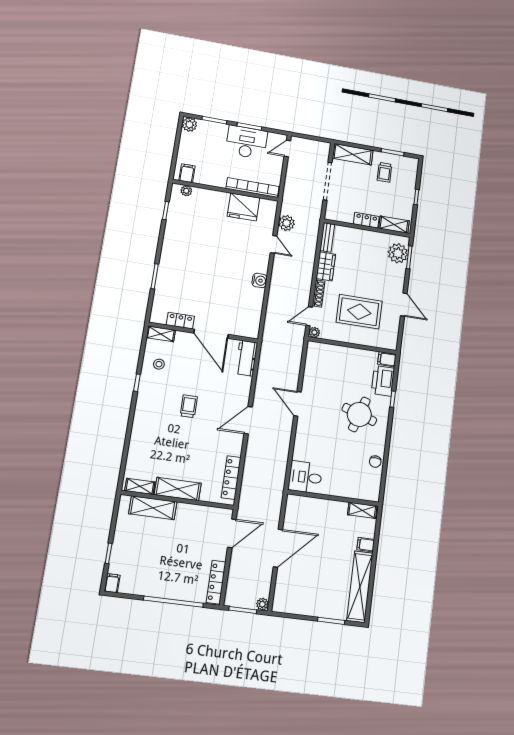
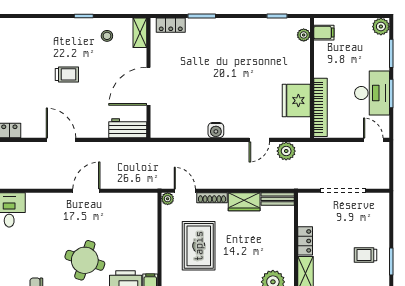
shelving: (353, 154) -> (380, 215), removed
locker: (180, 321) -> (171, 25), moved, turned 90

